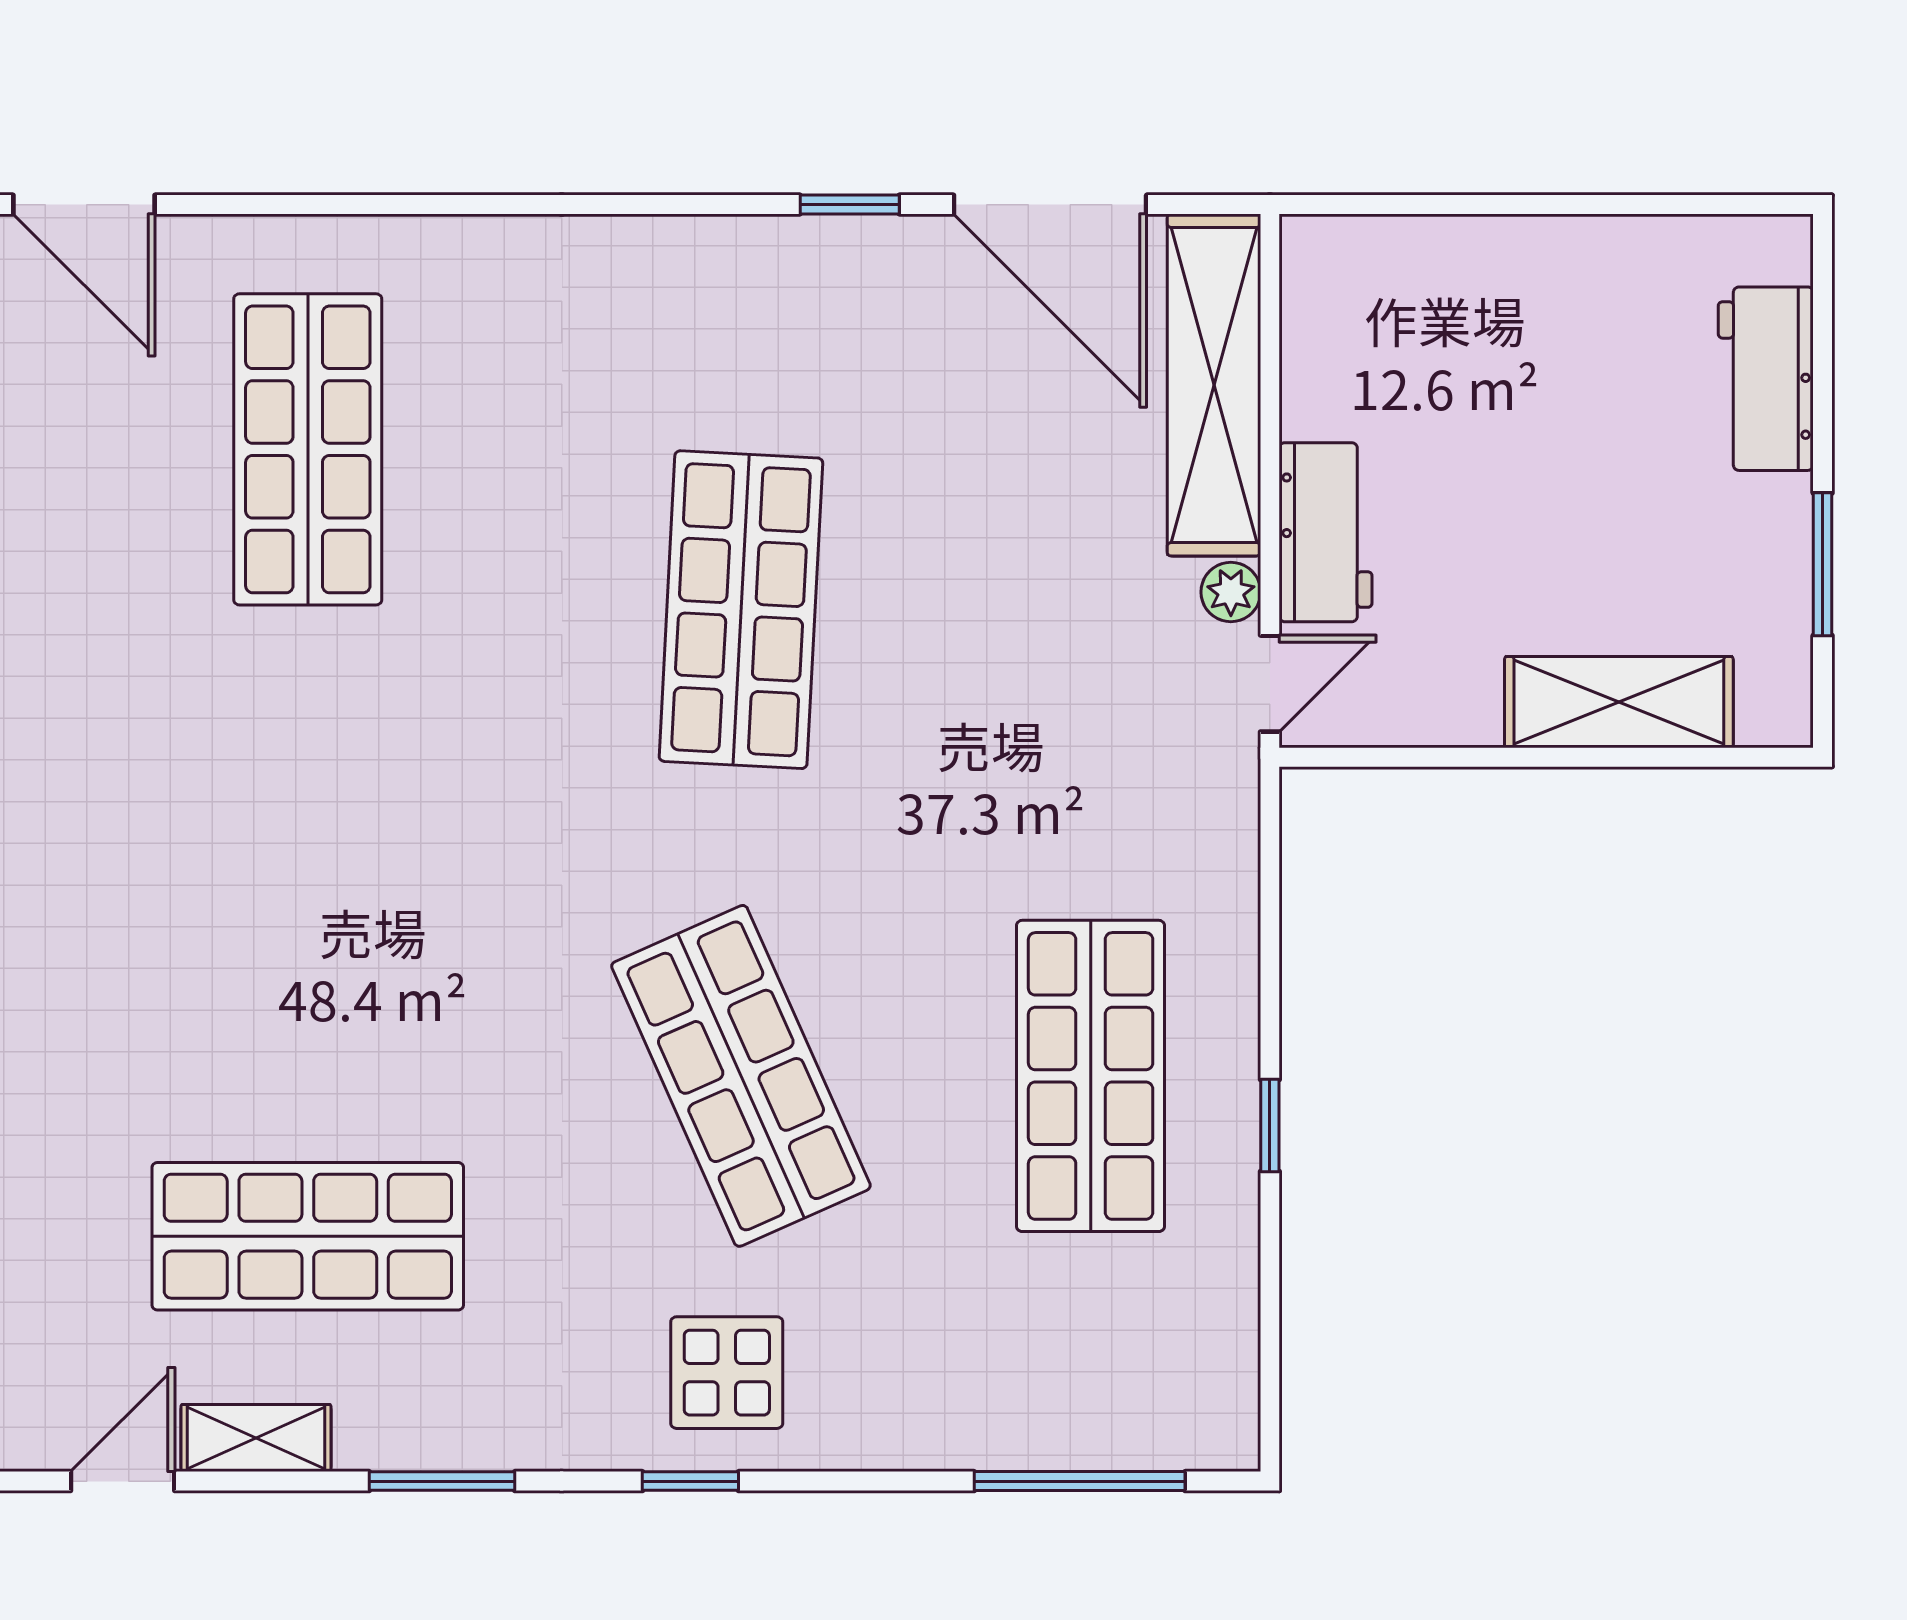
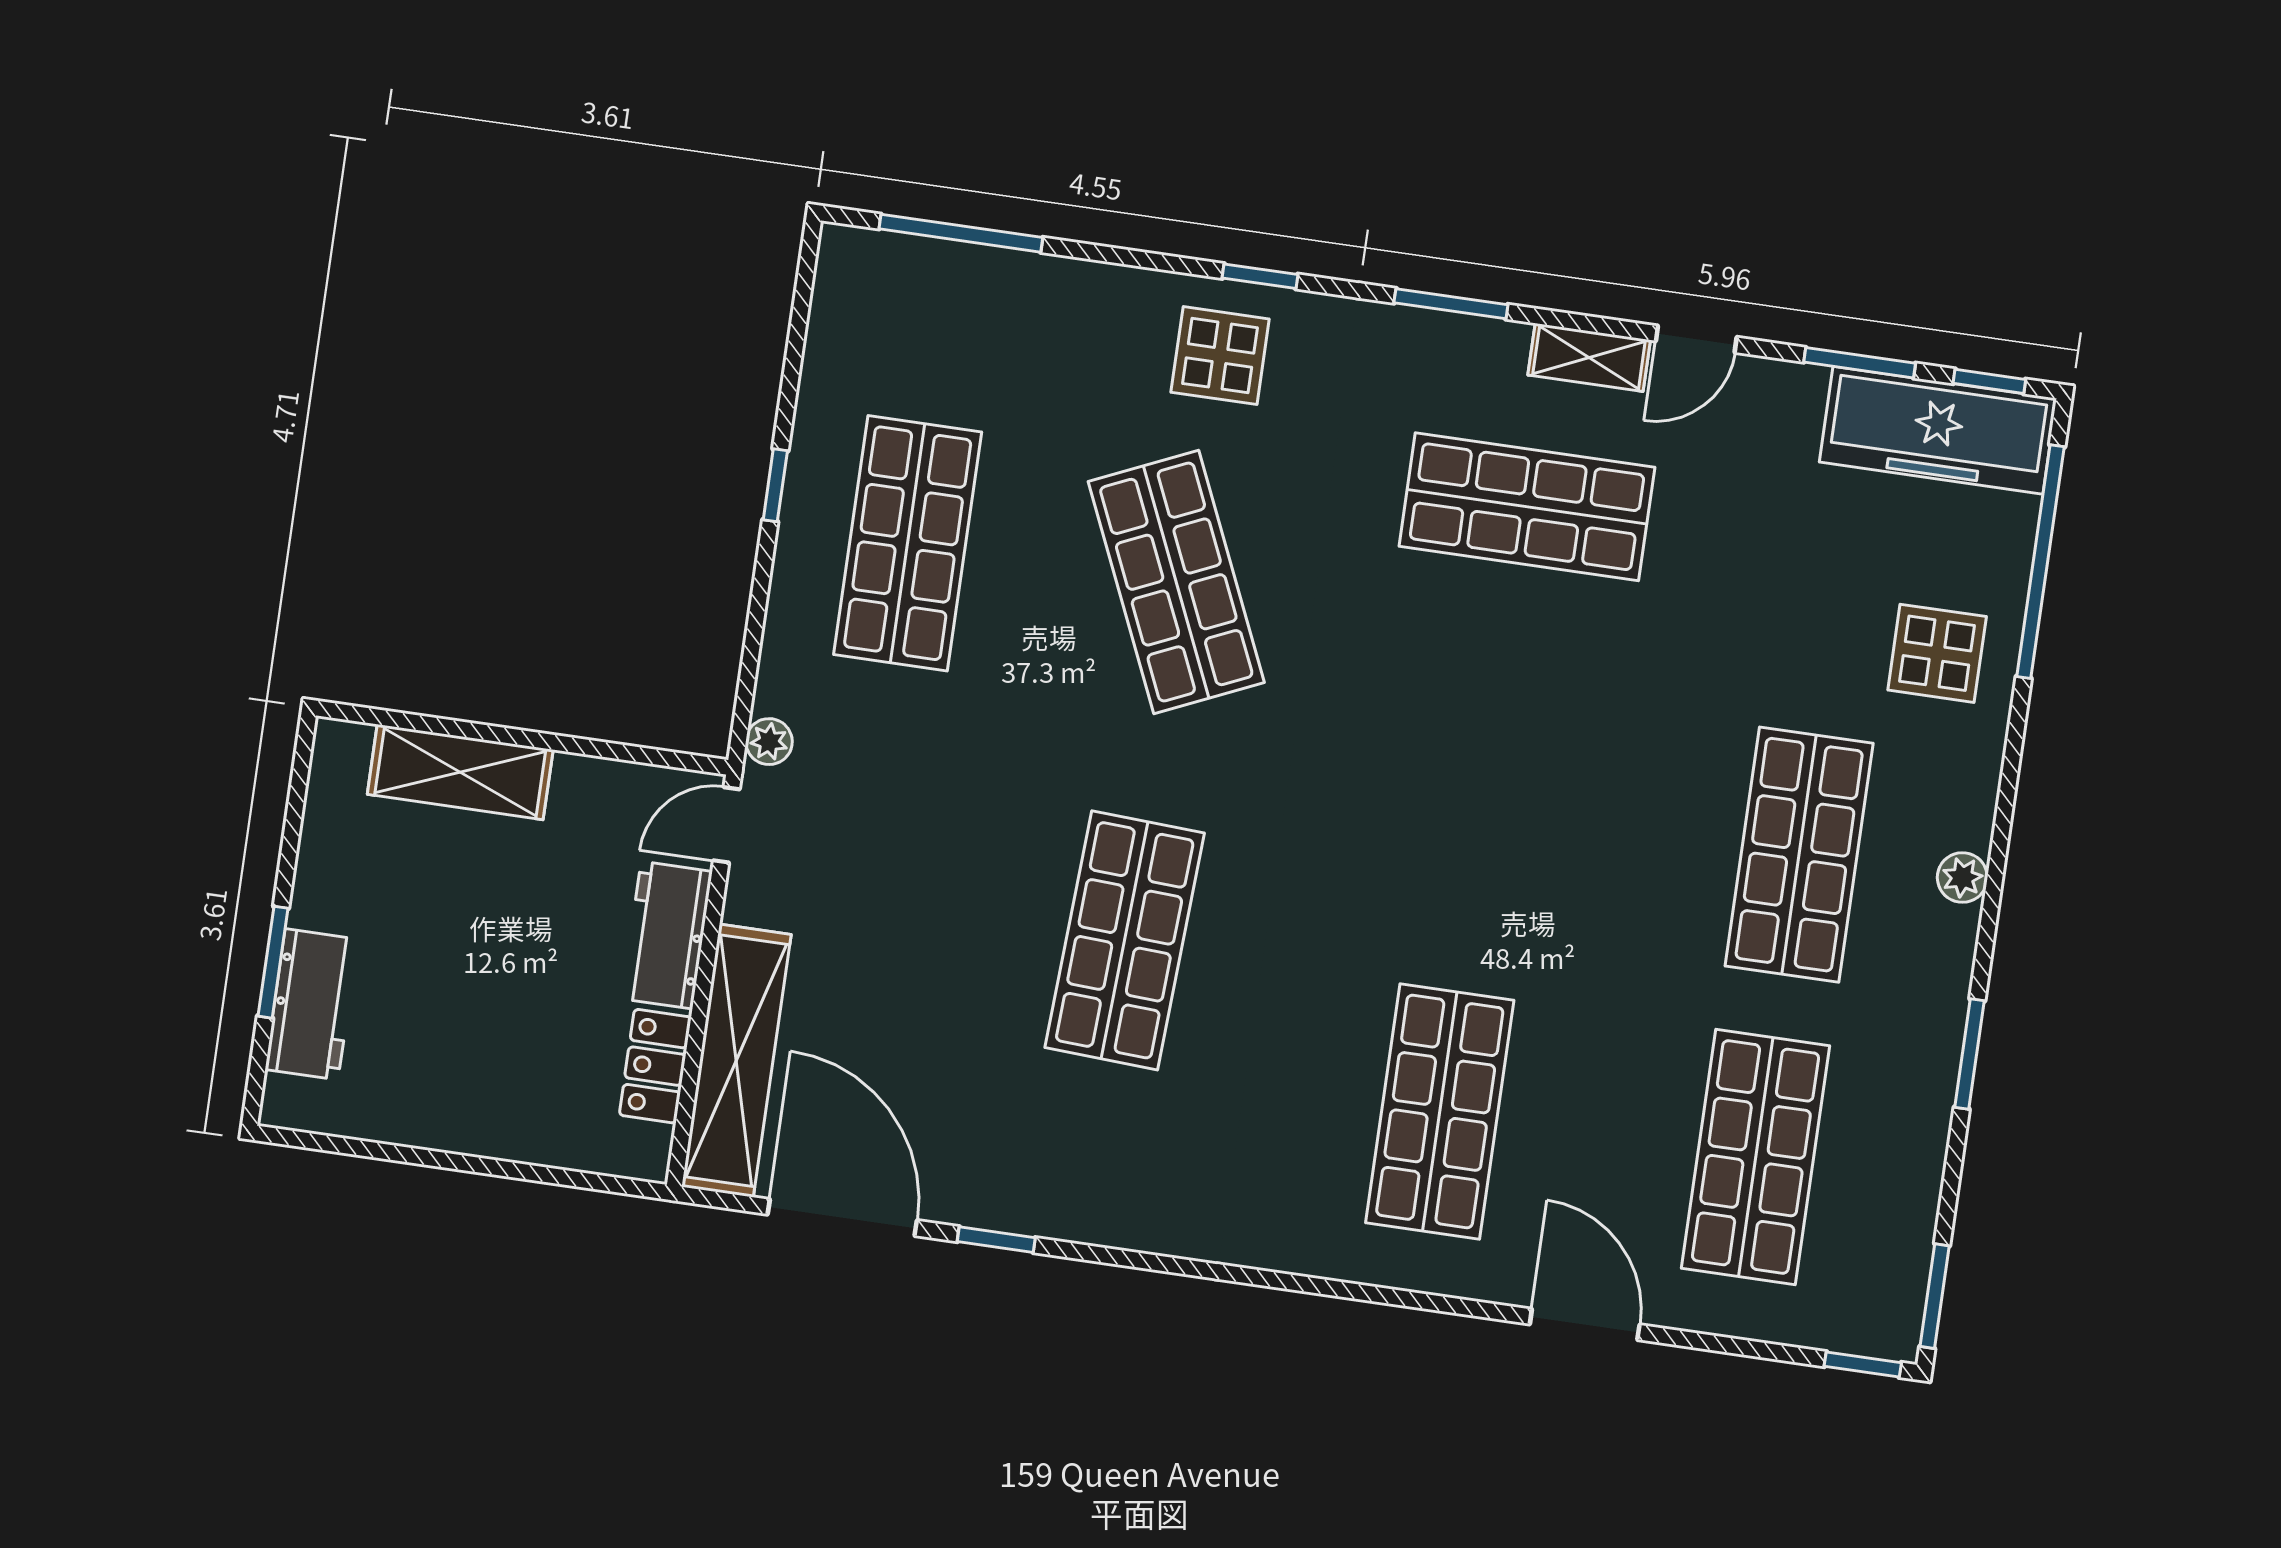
locker: (1316, 363) -> (655, 1066), added
window: (1823, 564) -> (273, 962), moved
plant: (1231, 592) -> (769, 742), moved

